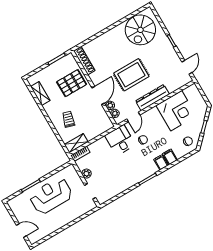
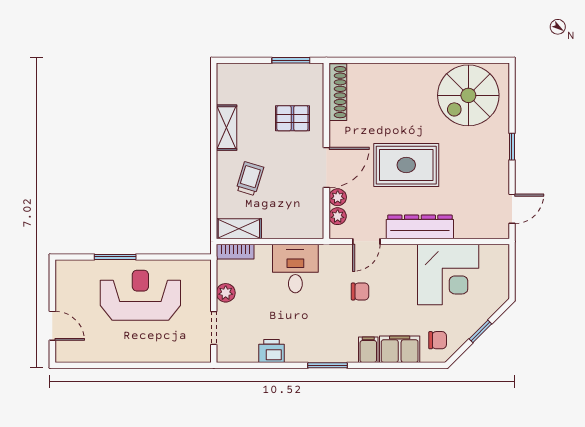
pallet: (72, 83) -> (292, 118), width x0.67, depth x0.71
shelving: (40, 94) -> (227, 128), moved
desk: (120, 140) -> (295, 269), moved
filing cabinet: (170, 157) -> (400, 349), width x2.00
printer: (120, 187) -> (272, 351), added

